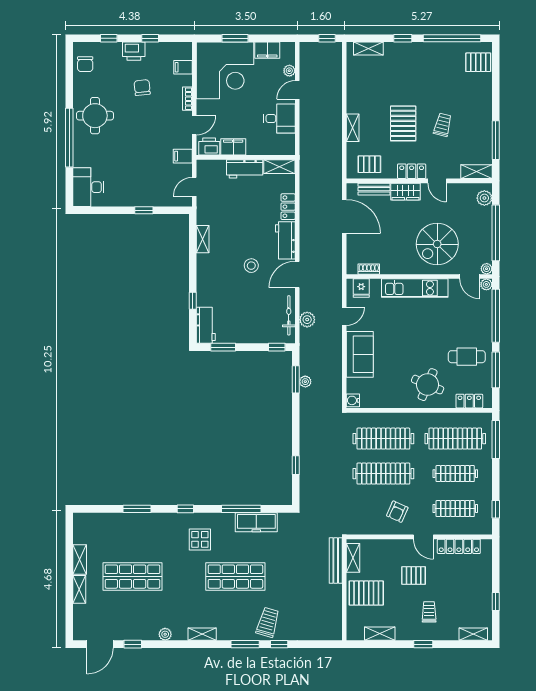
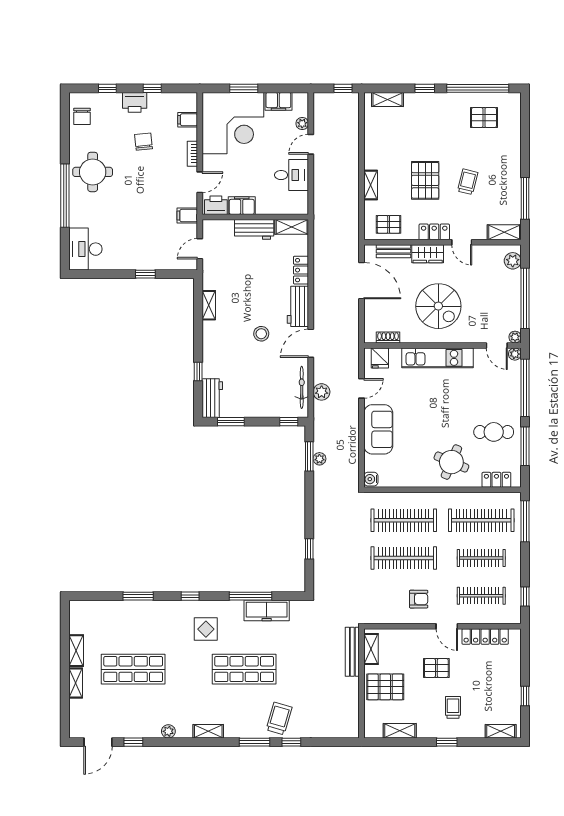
pallet: (478, 62) -> (484, 118), moved
spiral stairs: (437, 244) -> (438, 306), moved, turned -90
armchair: (397, 512) -> (419, 599), turned -114

